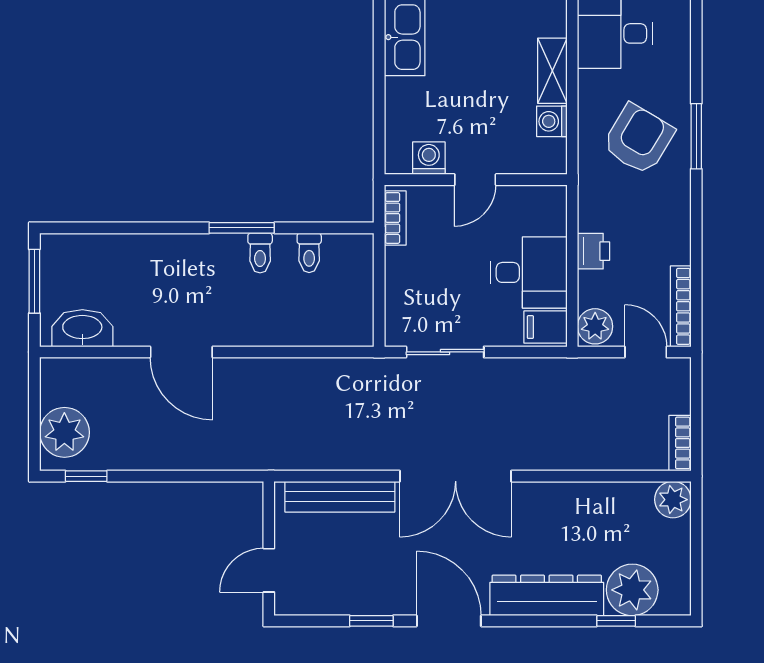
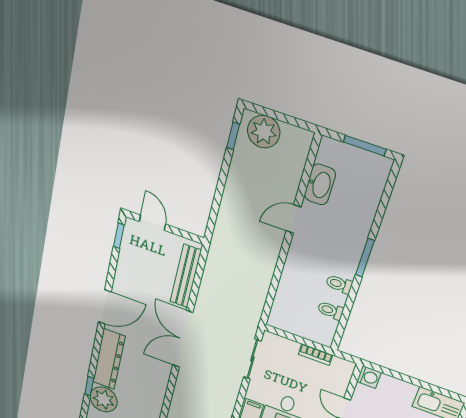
washing machine: (429, 158) -> (369, 377), moved
bookcase: (395, 218) -> (315, 355), moved
window: (242, 228) -> (365, 258), moved
washbasin: (82, 328) -> (320, 184), moved
door: (181, 352) -> (293, 219), width x0.73
window: (371, 621) -> (119, 236), moved

